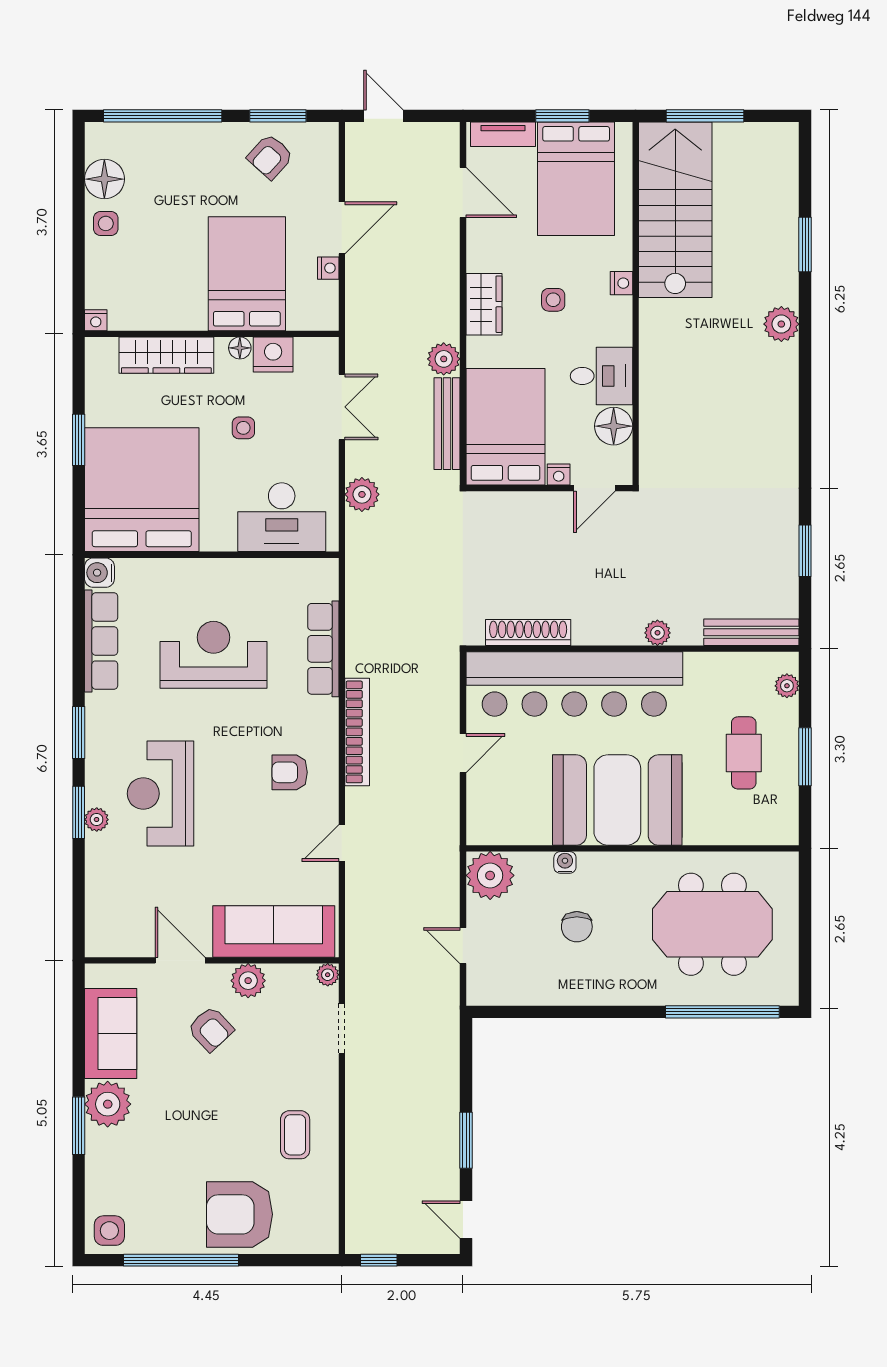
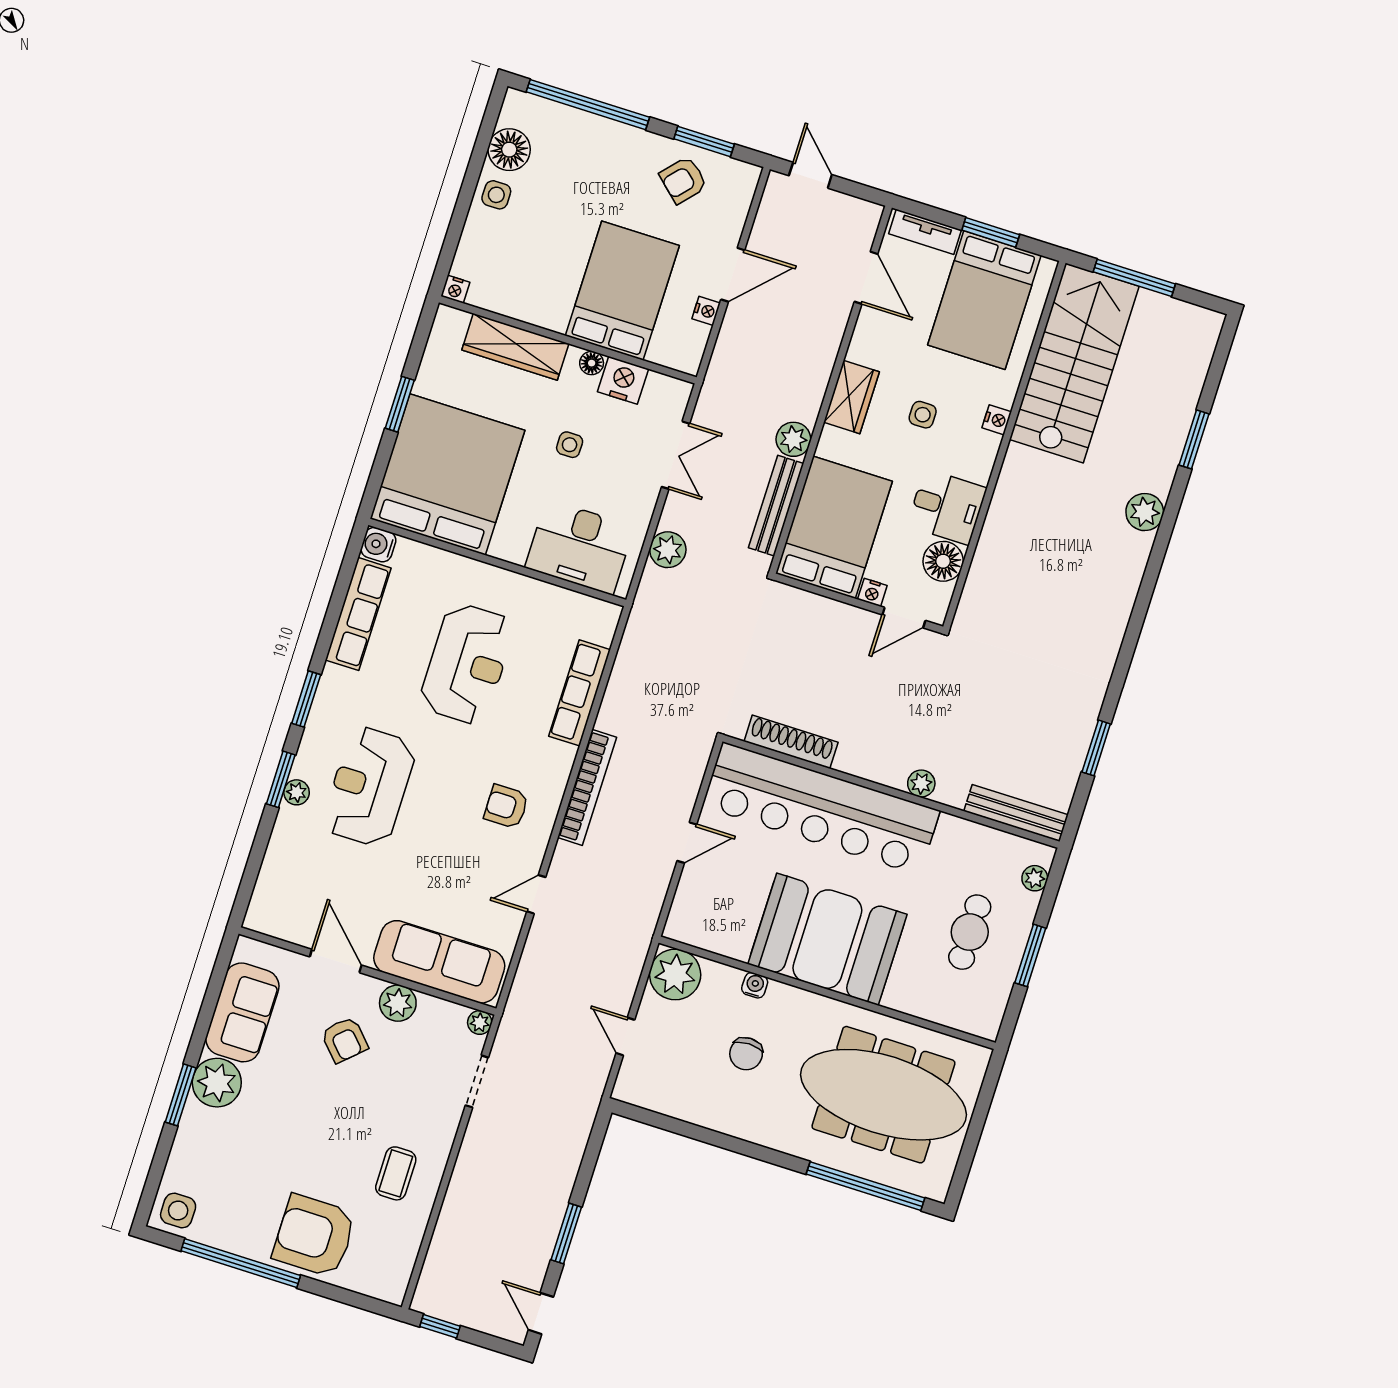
reception desk: (214, 655) -> (467, 664), turned 90
meeting table: (712, 924) -> (883, 1095), width x1.36

